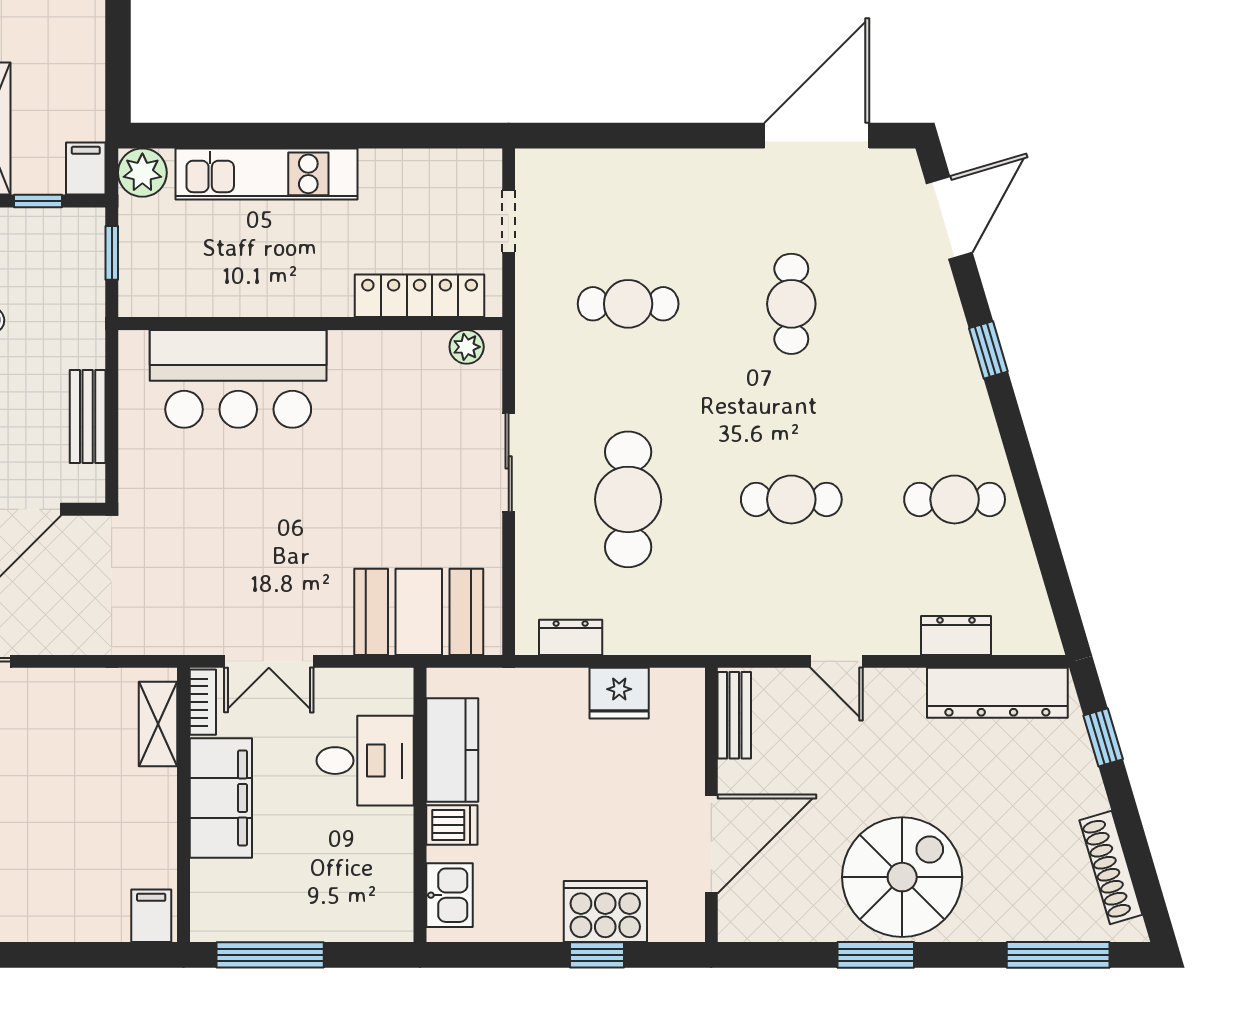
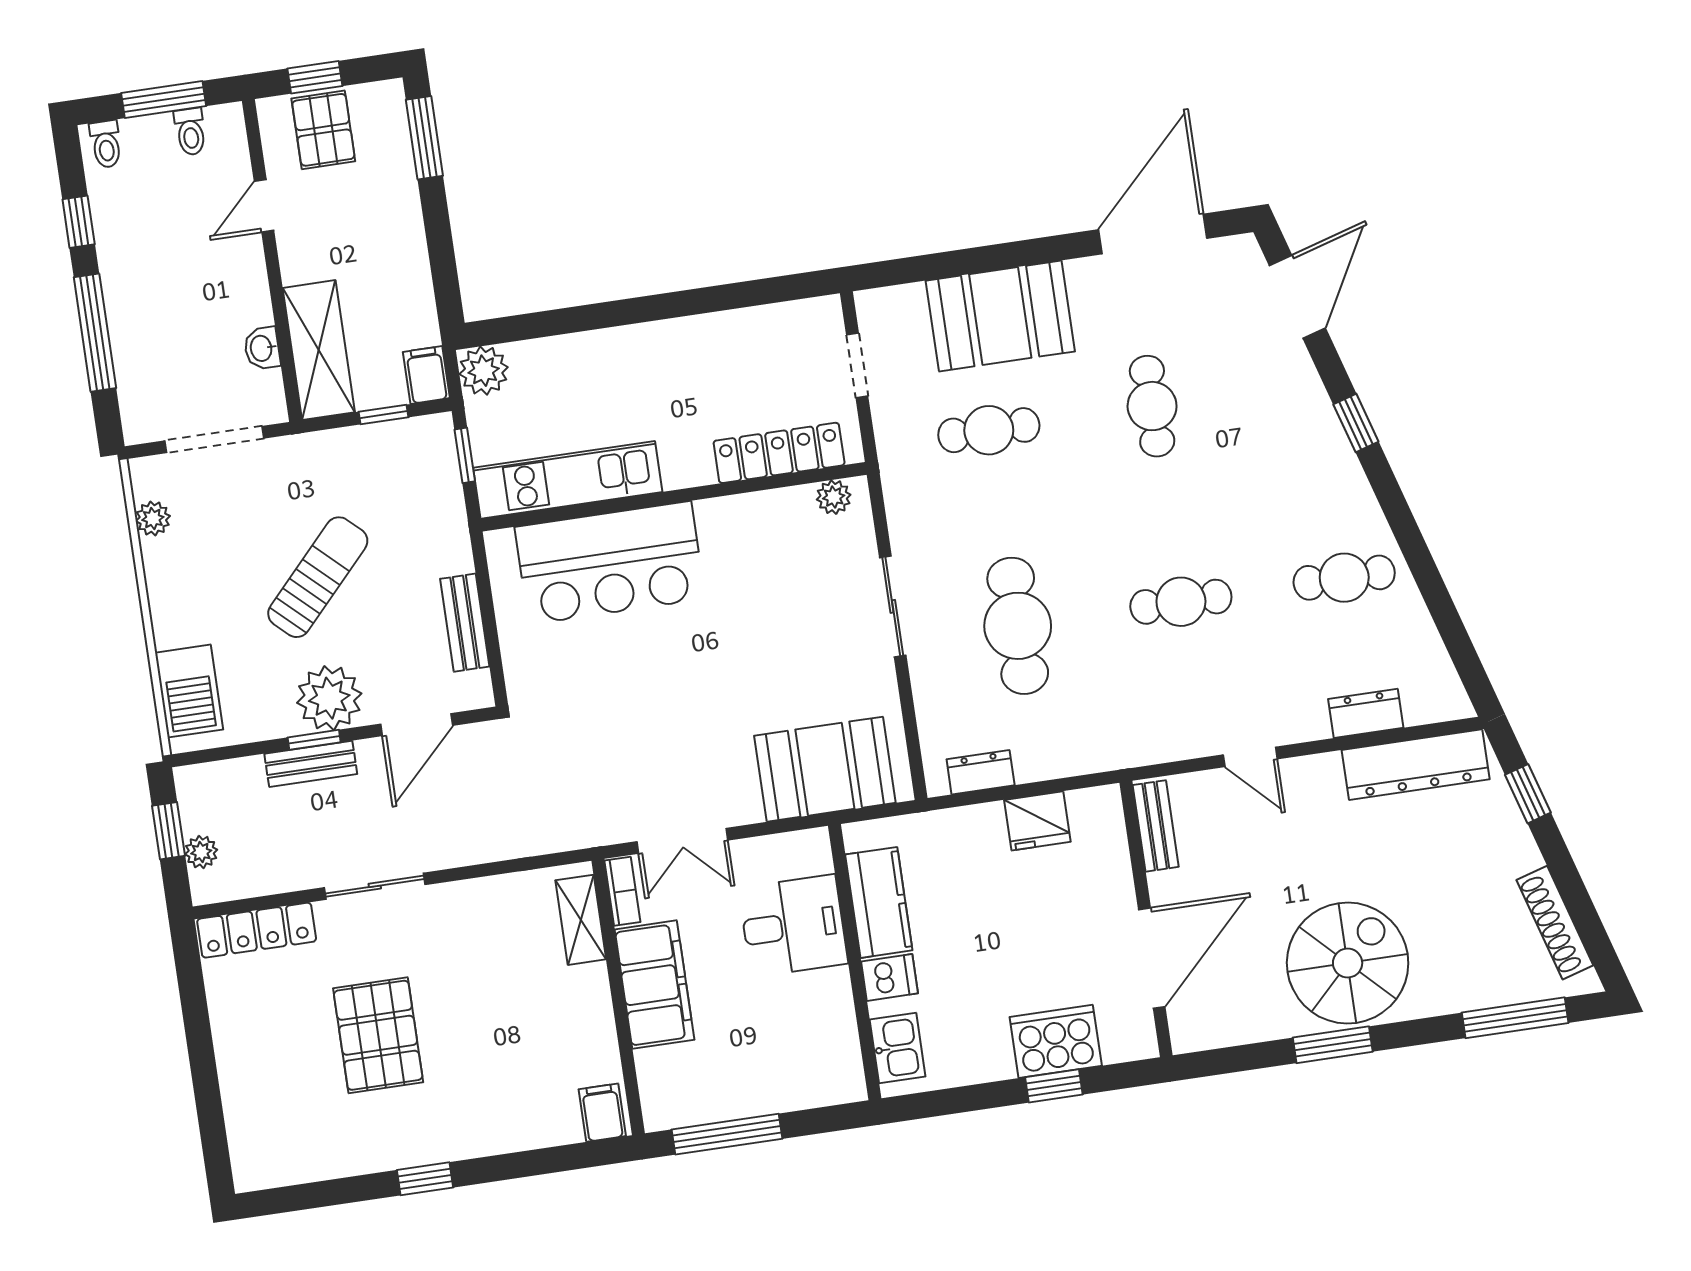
kitchen unit: (267, 174) -> (568, 480), moved, turned 180
booth: (656, 194) -> (1000, 316), added

